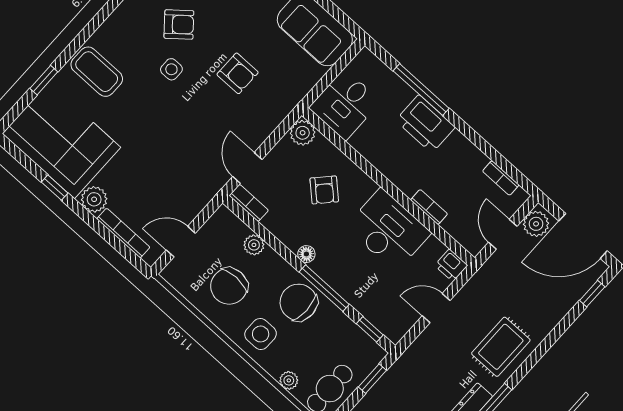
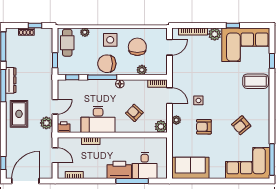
side table: (171, 69) -> (198, 100), moved
desk: (345, 105) -> (145, 165), moved, turned 180
plant: (270, 122) -> (176, 120), added
plant: (536, 224) -> (46, 123), moved
chair: (299, 302) -> (107, 64), turned 180

